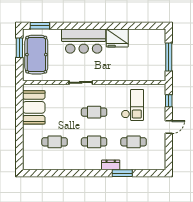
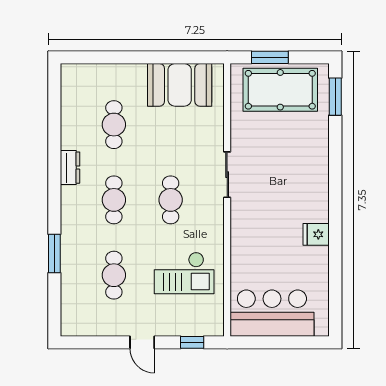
fridge: (117, 38) -> (316, 234), width x0.53, depth x0.75
bar counter: (84, 41) -> (272, 313), moved, turned 90
window: (19, 48) -> (270, 57), moved
window: (169, 57) -> (276, 342), removed
dresser: (111, 165) -> (70, 168), moved

